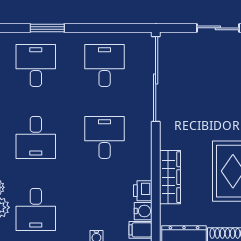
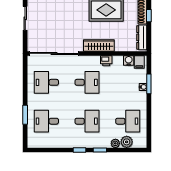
desk: (105, 137) -> (87, 82), turned 180
wardrobe: (170, 177) -> (99, 45), moved
printer: (143, 191) -> (106, 61), moved

